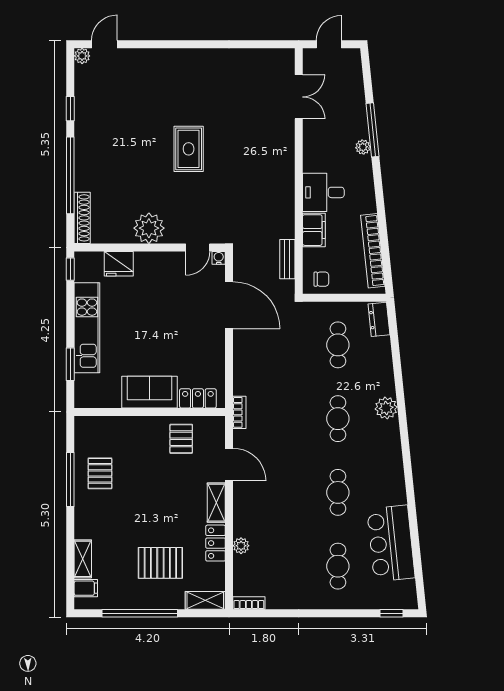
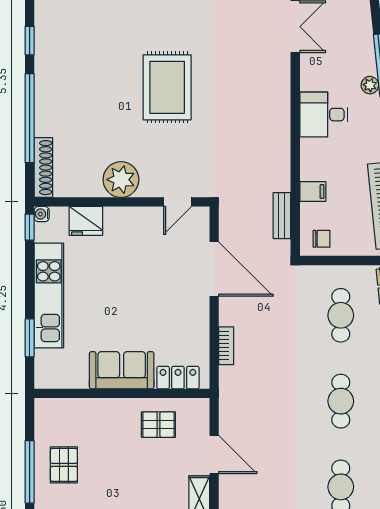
rug: (189, 149) -> (167, 87), width x1.36, depth x1.43
desk: (323, 192) -> (324, 115), moved
filing cabinet: (314, 230) -> (313, 191), width x0.50
water cooler: (219, 258) -> (42, 214), moved, turned -90
bookcase: (239, 412) -> (226, 346), moved
pallet: (181, 439) -> (158, 425), turned 90

